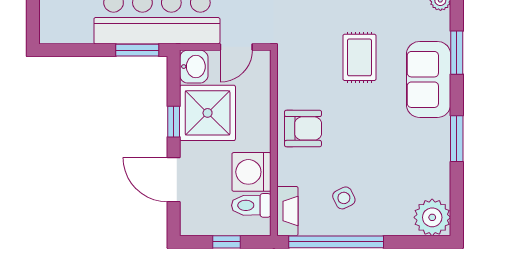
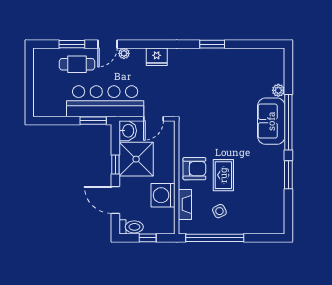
window: (457, 53) -> (288, 122), width x2.11
rug: (359, 57) -> (223, 175), moved
sofa: (429, 79) -> (271, 121), moved
toilet: (251, 205) -> (131, 227), moved, turned 180
fireplace: (287, 211) -> (185, 204), moved
plant: (432, 217) -> (273, 223), removed

